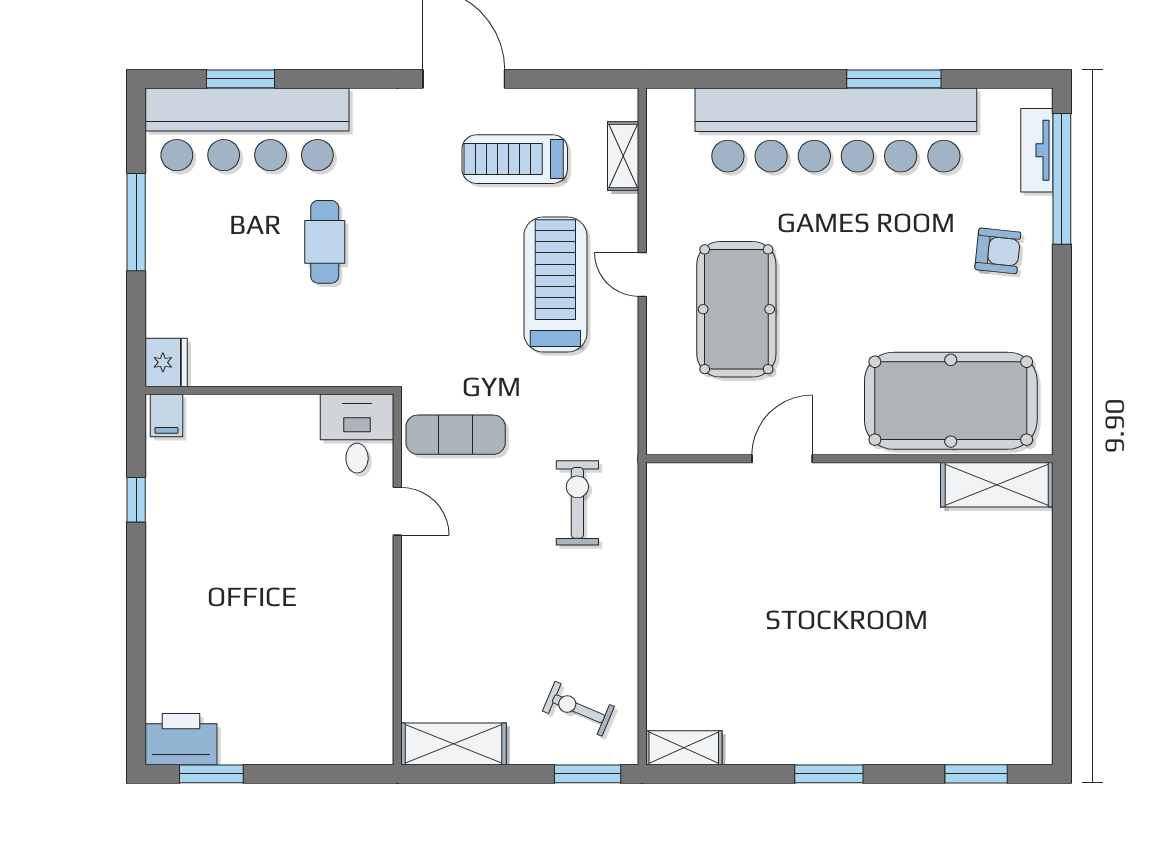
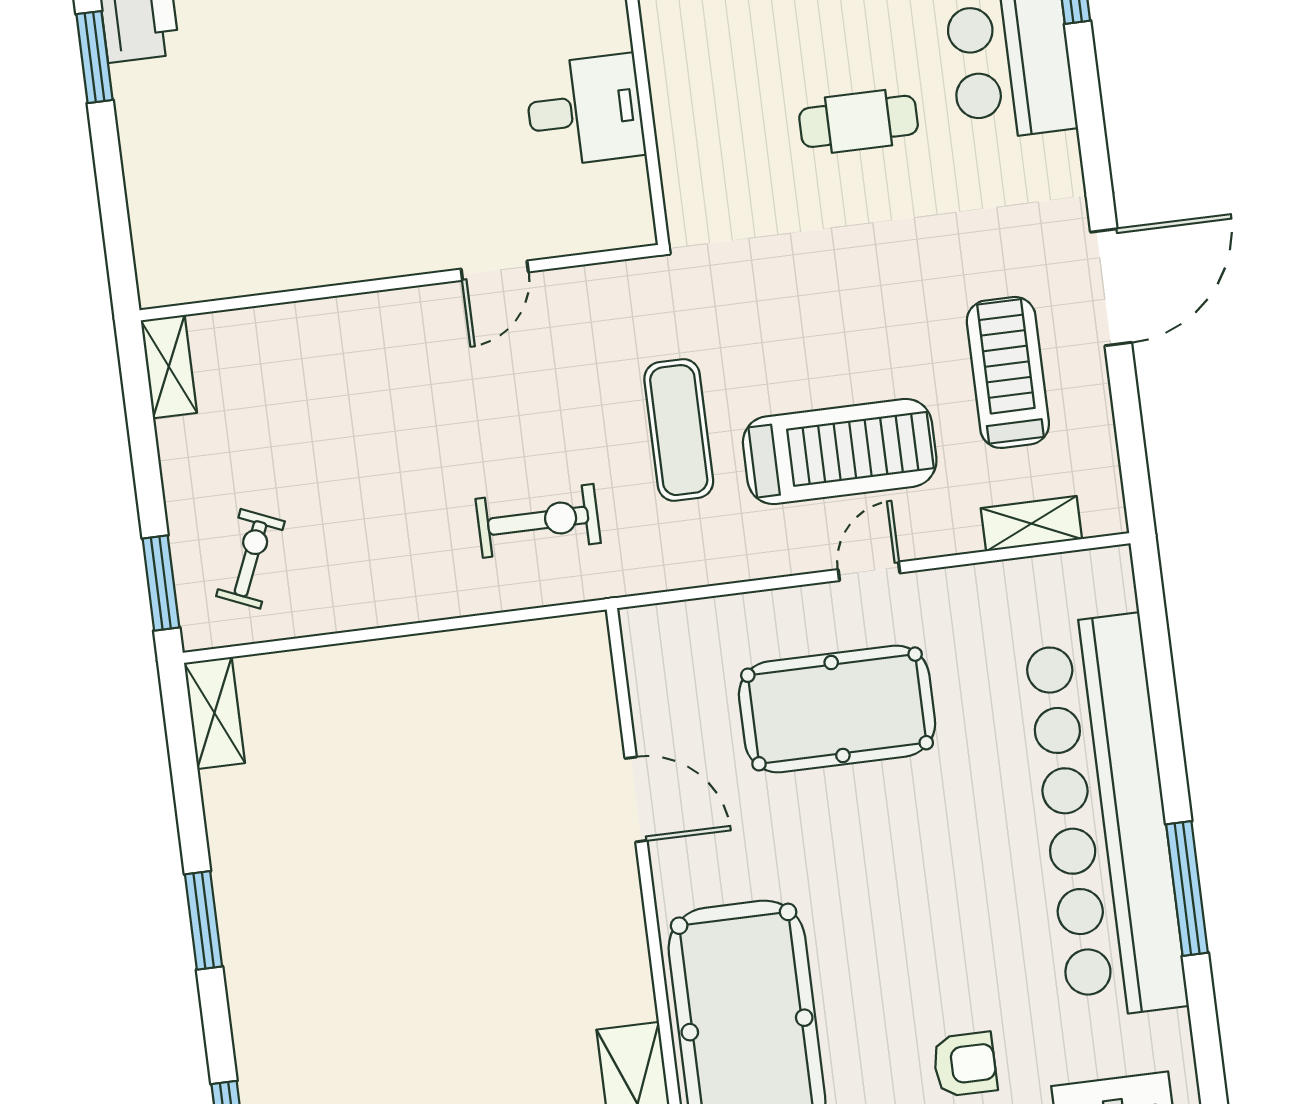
armchair: (998, 251) -> (965, 1064), turned -96
desk: (357, 434) -> (585, 110), moved
exercise mat: (456, 435) -> (679, 430), moved
shelving: (453, 744) -> (169, 367), width x0.67, depth x0.75

